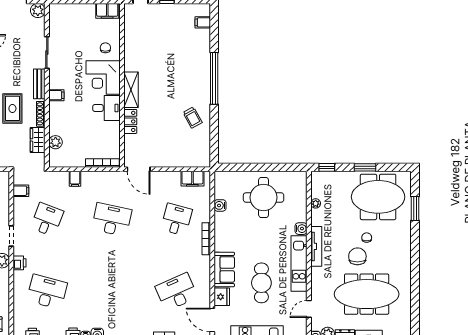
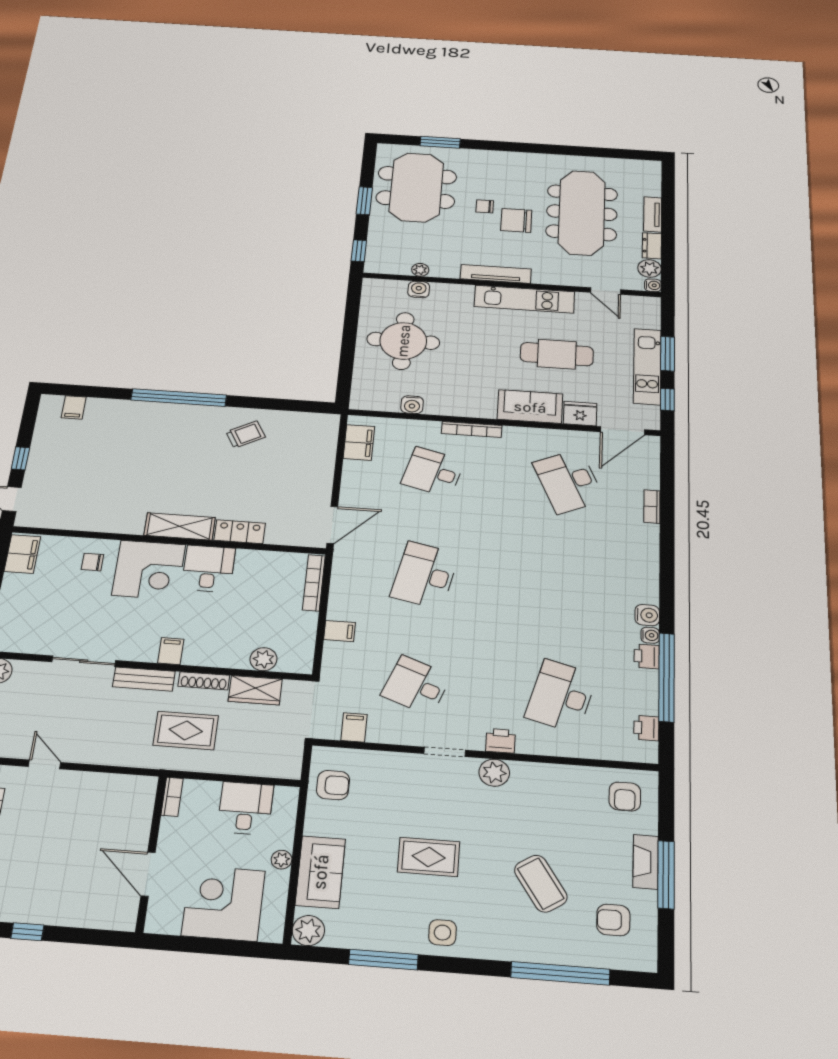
water cooler: (301, 229) -> (419, 290), moved

